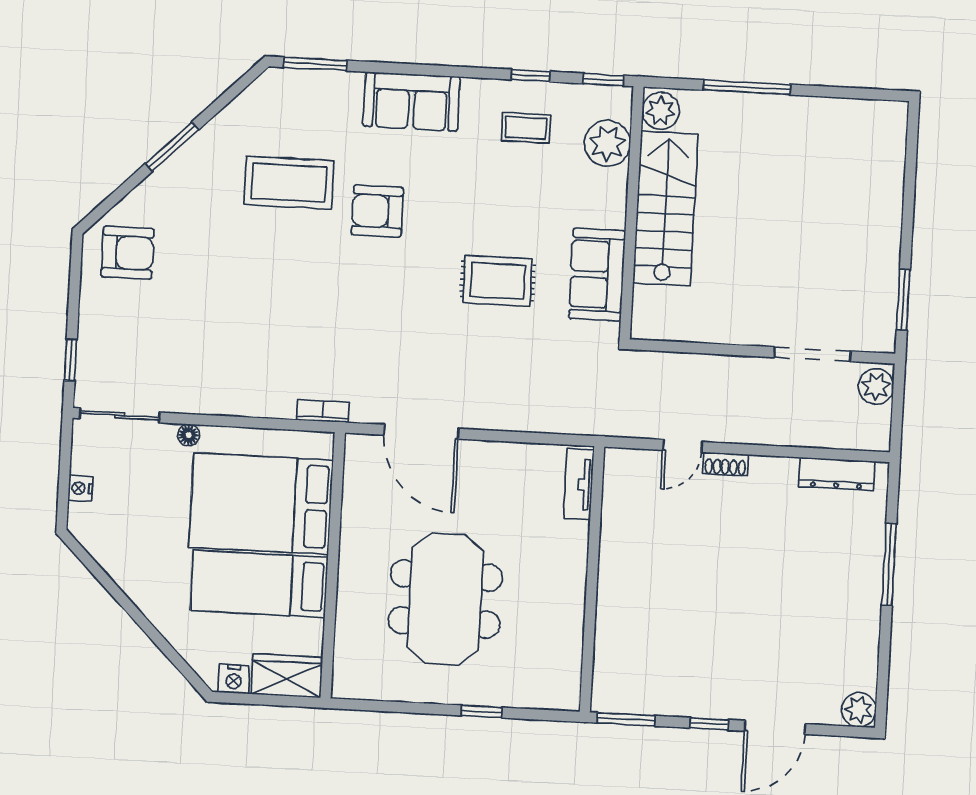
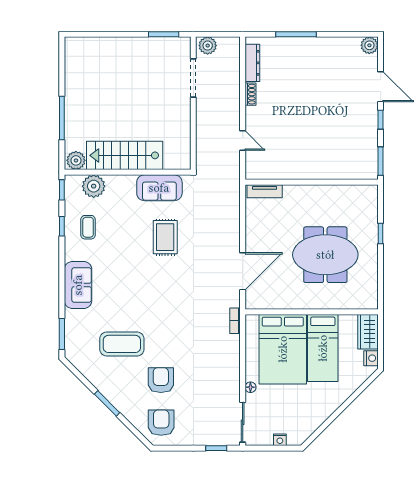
coffee table: (289, 183) -> (122, 344), turned 90
armchair: (377, 211) -> (161, 380), moved, turned 180
shoe rack: (725, 464) -> (250, 94), moved

